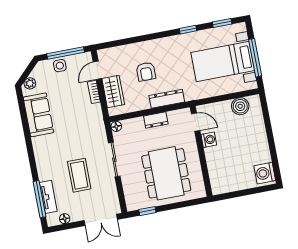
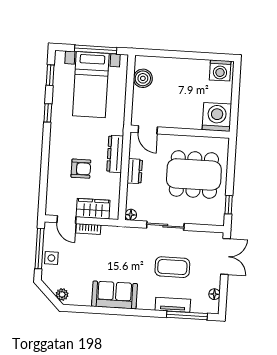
sofa: (38, 115) -> (115, 295), moved
door: (196, 122) -> (148, 130), swing flipped
washing machine: (209, 140) -> (217, 117), moved, width x1.89, depth x1.89
tv unit: (48, 197) -> (173, 305), moved

